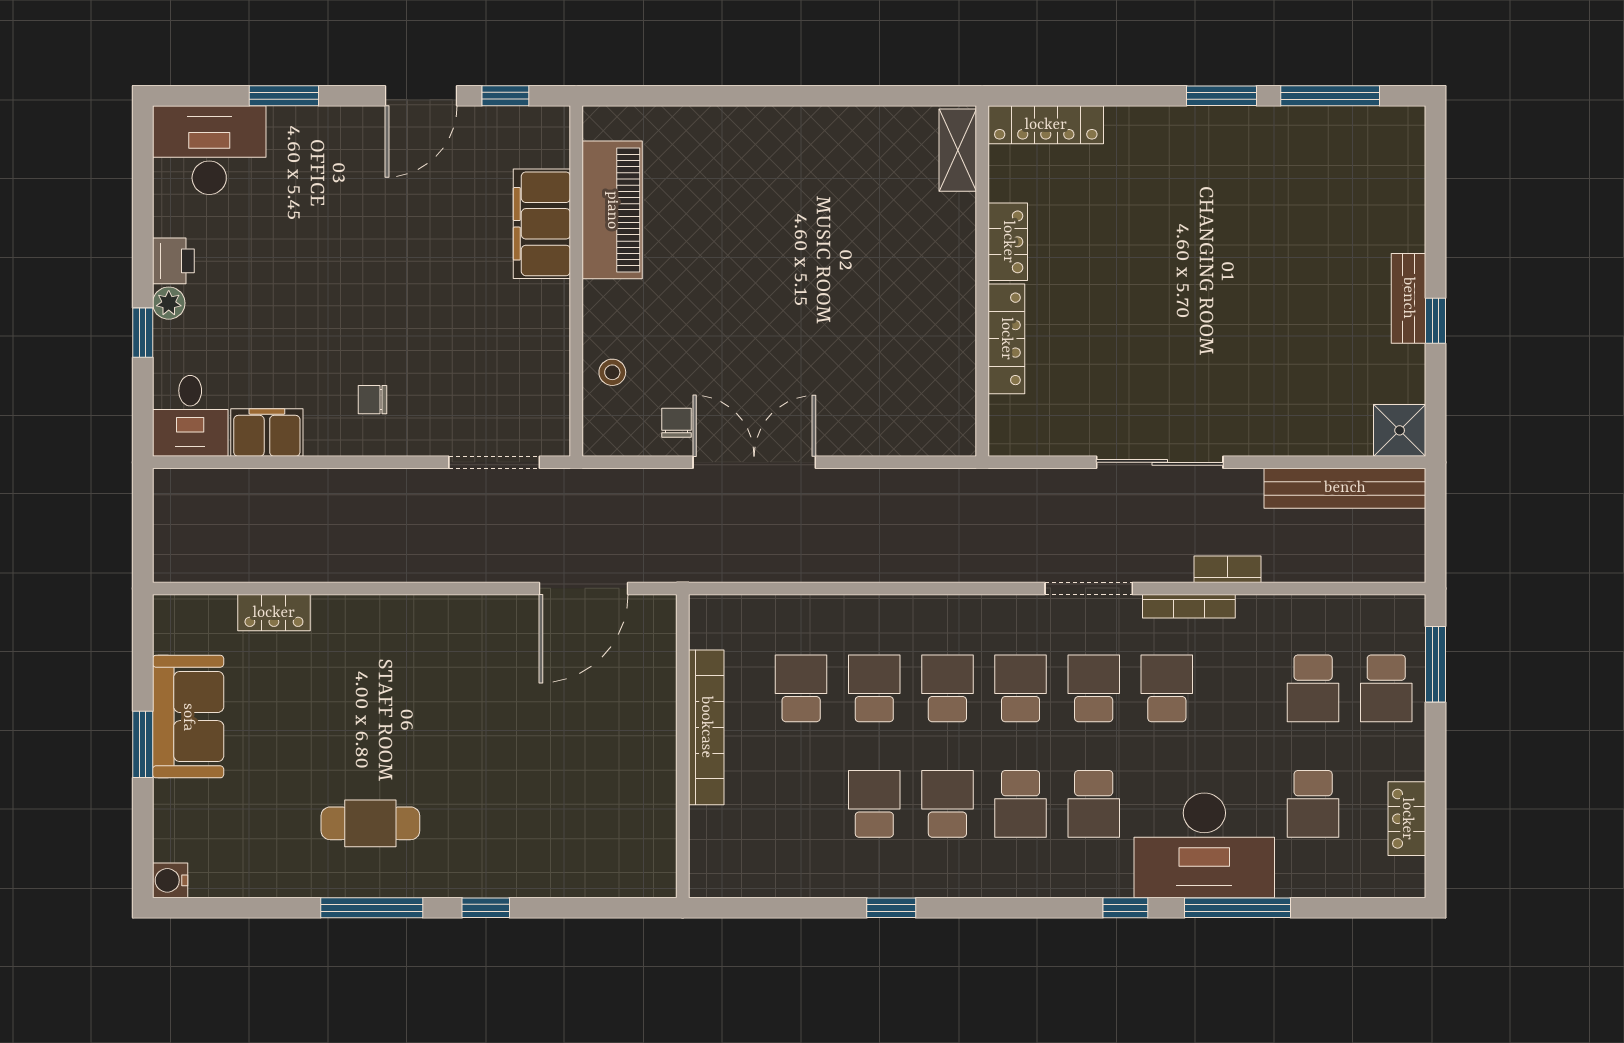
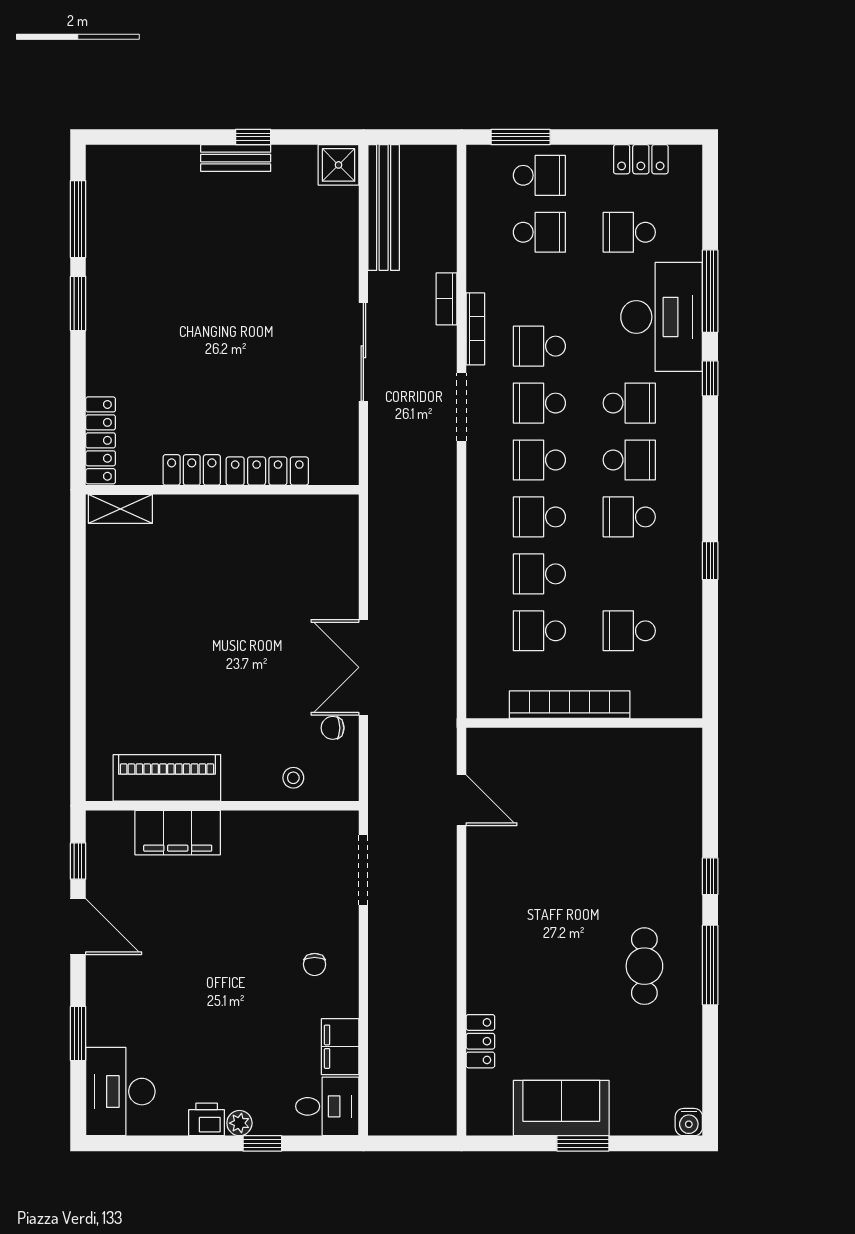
door: (583, 588) -> (462, 800), width x0.73
school desk: (874, 804) -> (629, 631), moved
school desk: (1313, 804) -> (629, 232), turned 180

